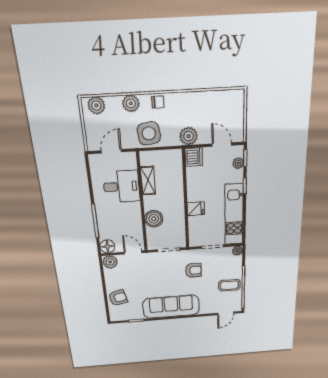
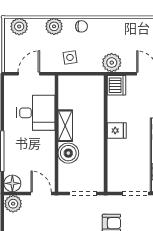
side table: (149, 133) -> (70, 57), width x0.54, depth x0.54
shelving: (148, 181) -> (65, 126), moved
fridge: (196, 209) -> (117, 130), moved

